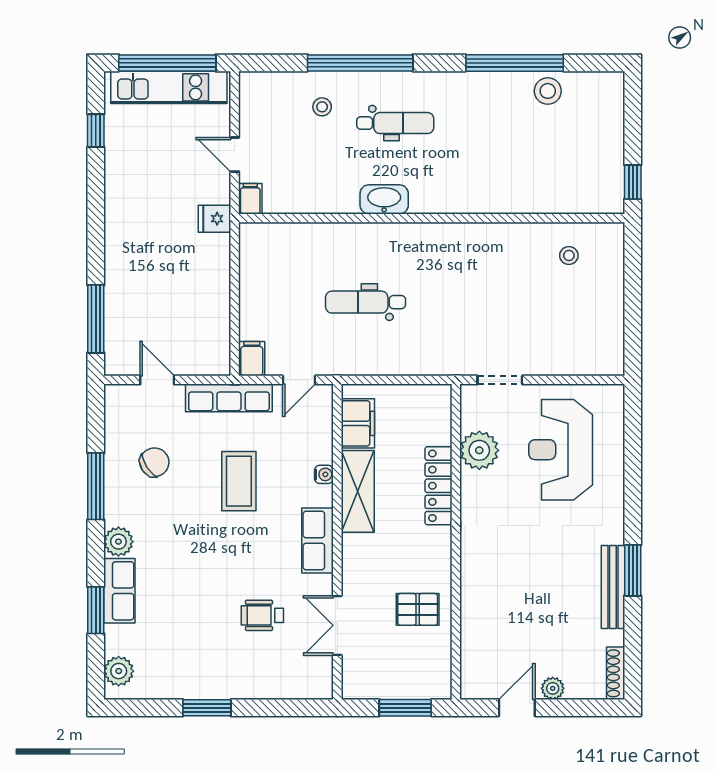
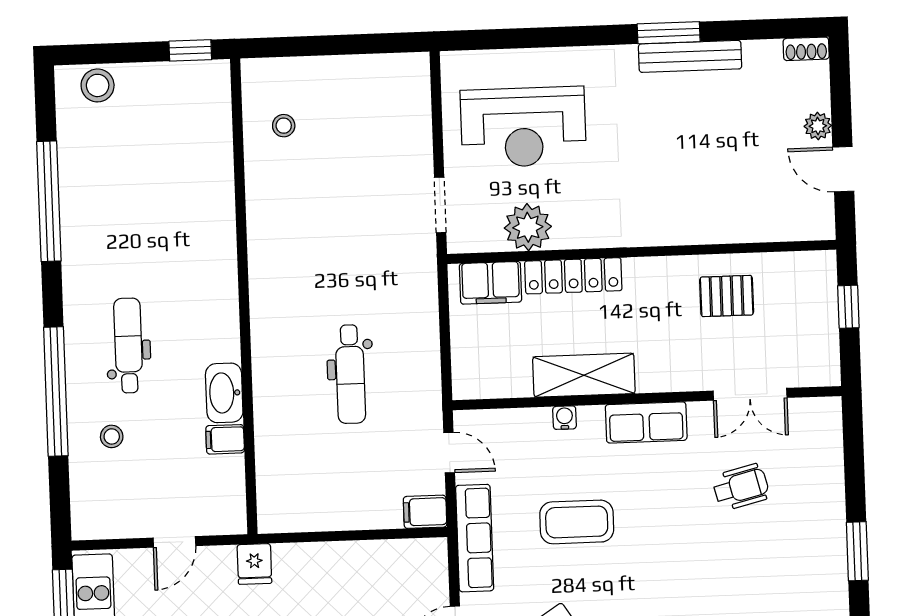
stool: (548, 91) -> (98, 85), moved
filing cabinet: (250, 199) -> (225, 439), moved
washbasin: (384, 199) -> (224, 393), moved
filing cabinet: (358, 423) -> (491, 283), moved, turned 180
pallet: (418, 609) -> (727, 296), turned 90
wheelchair: (262, 615) -> (741, 487), turned -104
shoe rack: (616, 673) -> (806, 49), width x0.70
window: (405, 708) -> (848, 307), width x0.67

